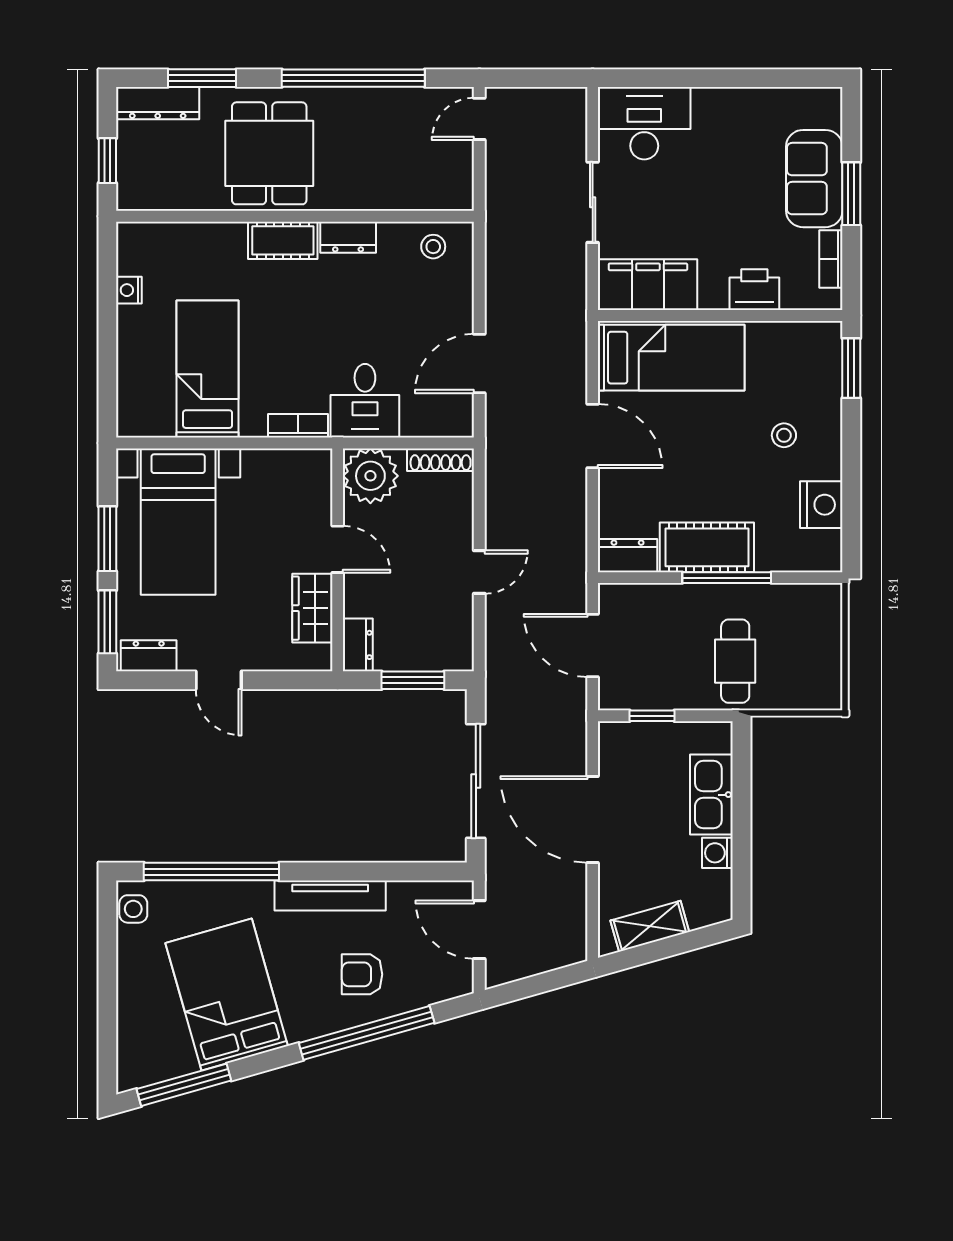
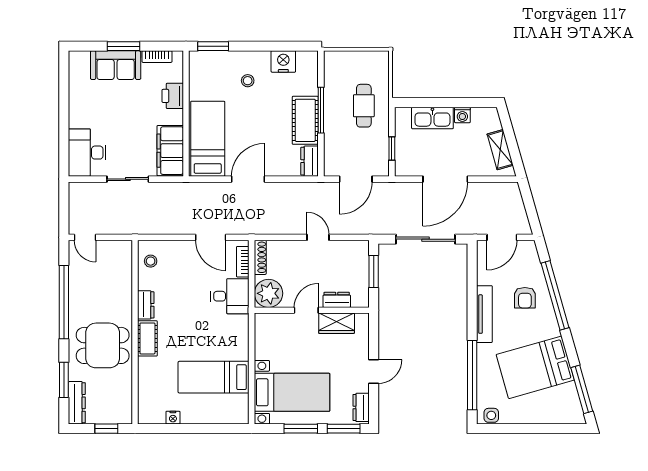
bookcase: (298, 426) -> (243, 262), moved
dresser: (358, 645) -> (337, 300), moved
cafe table: (735, 661) -> (364, 106), turned 90

